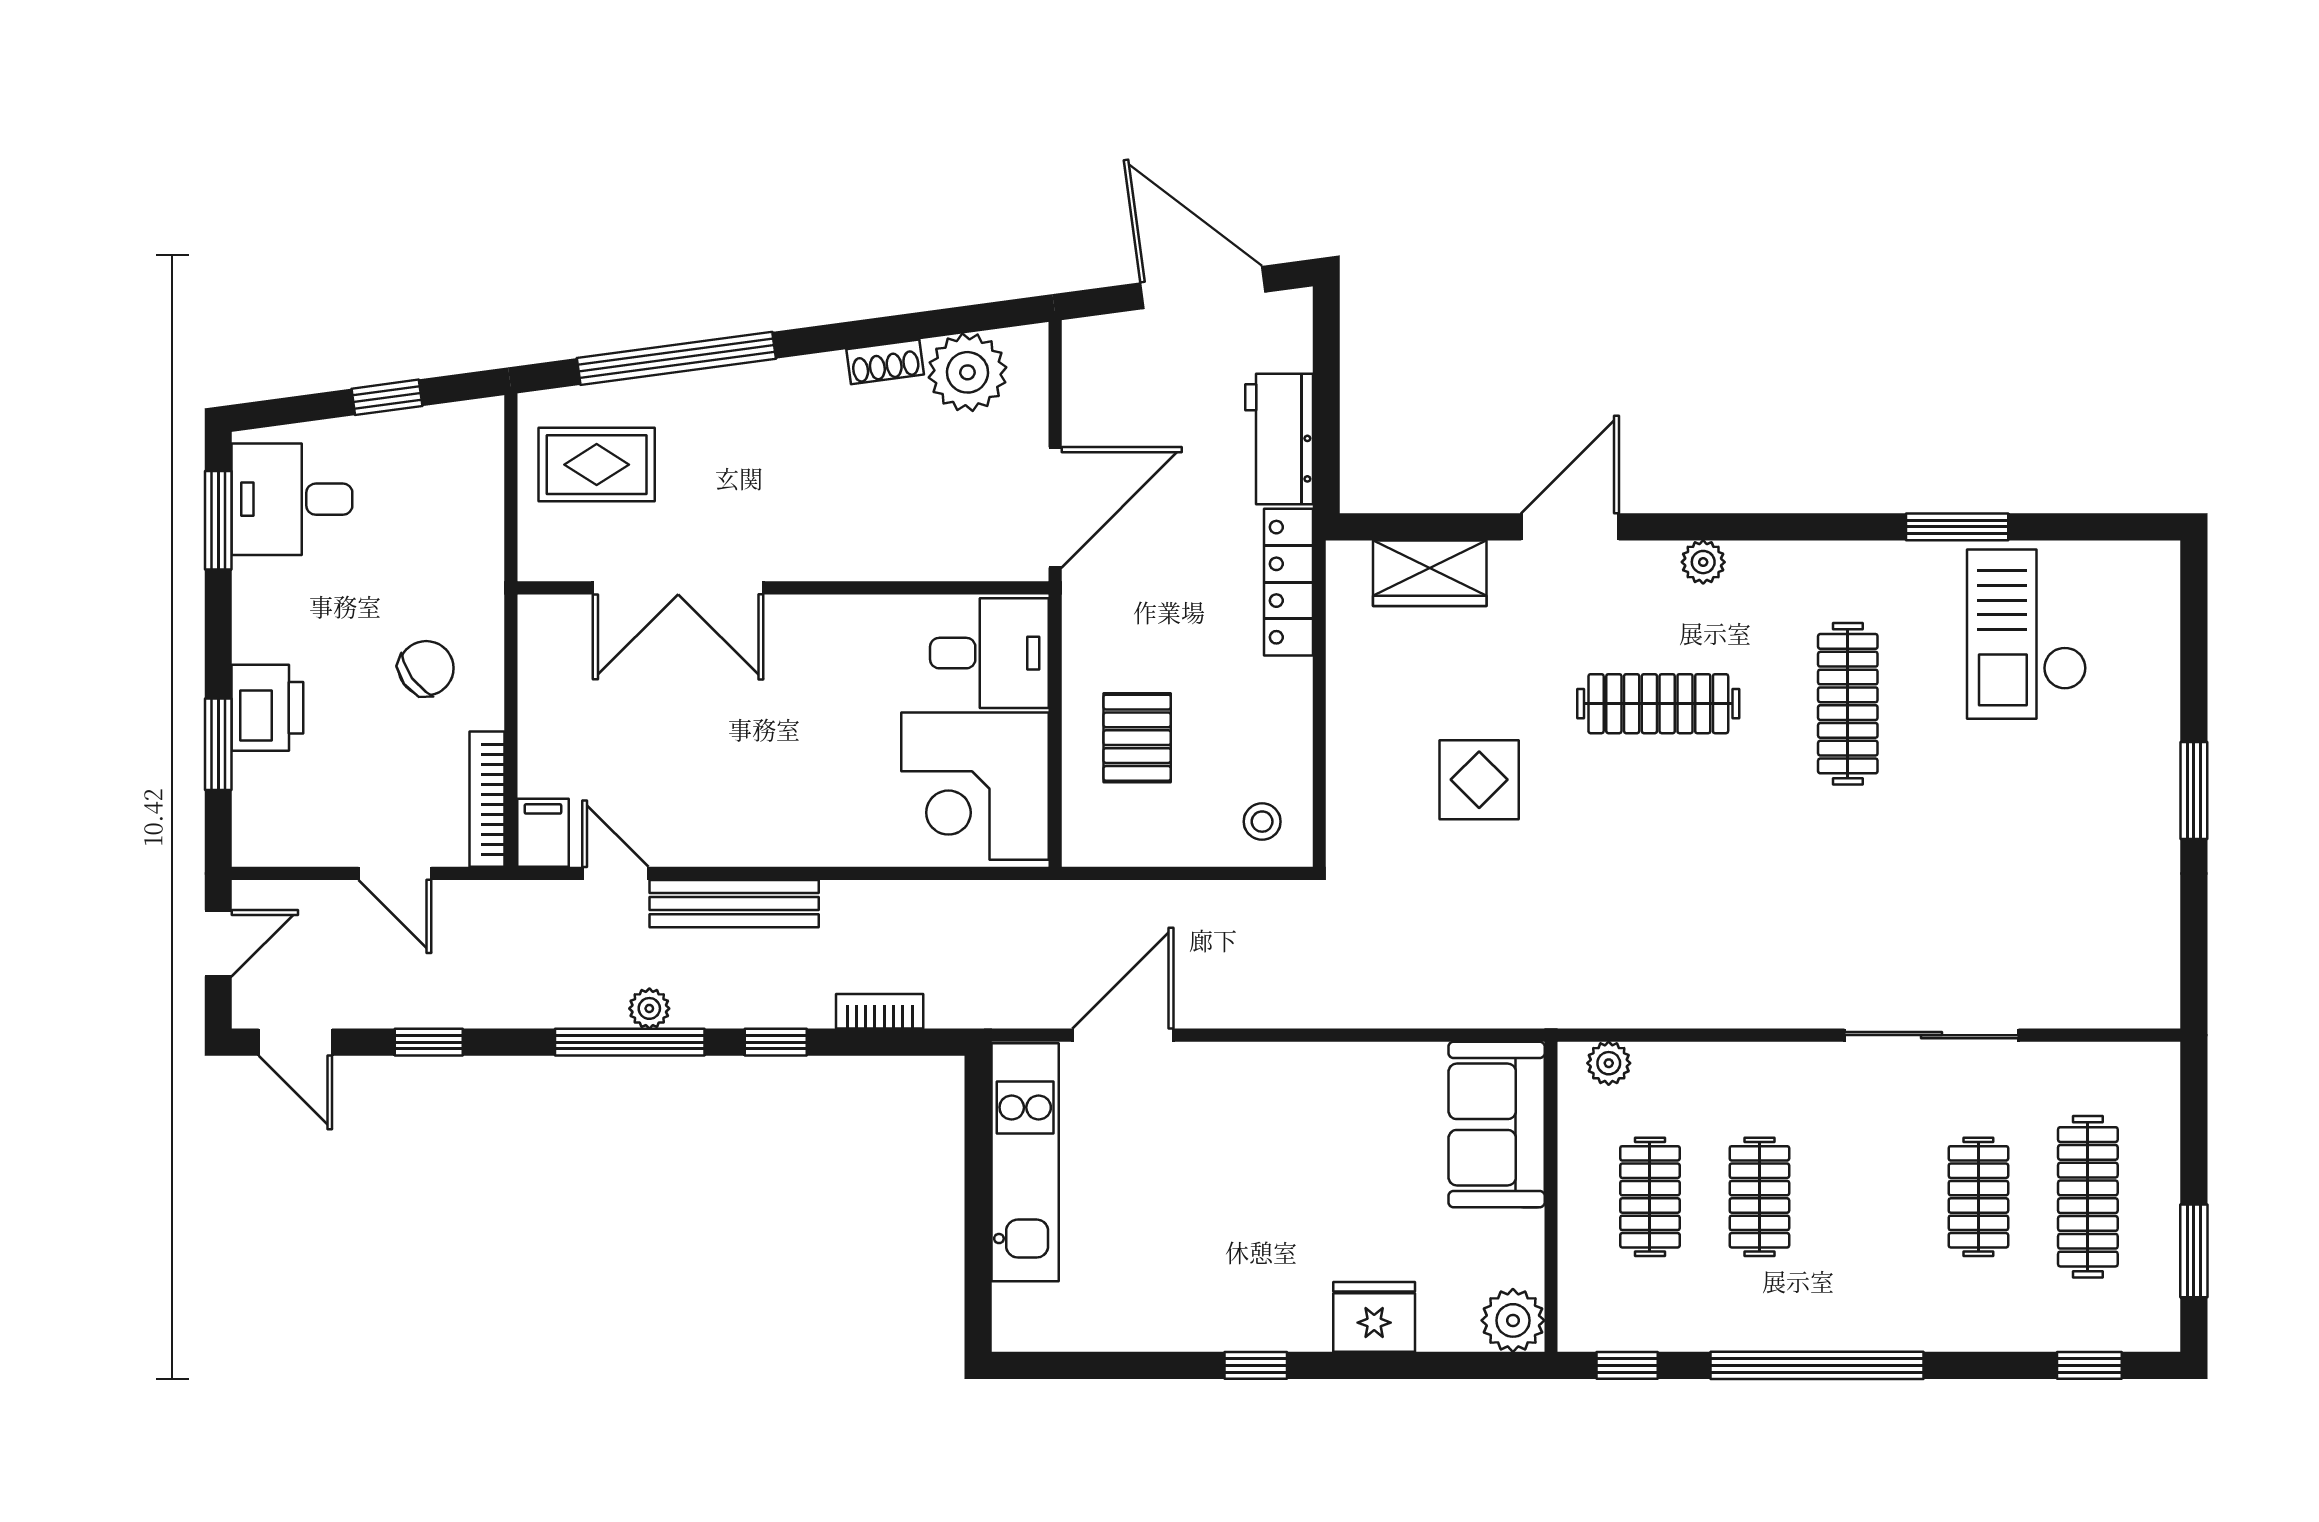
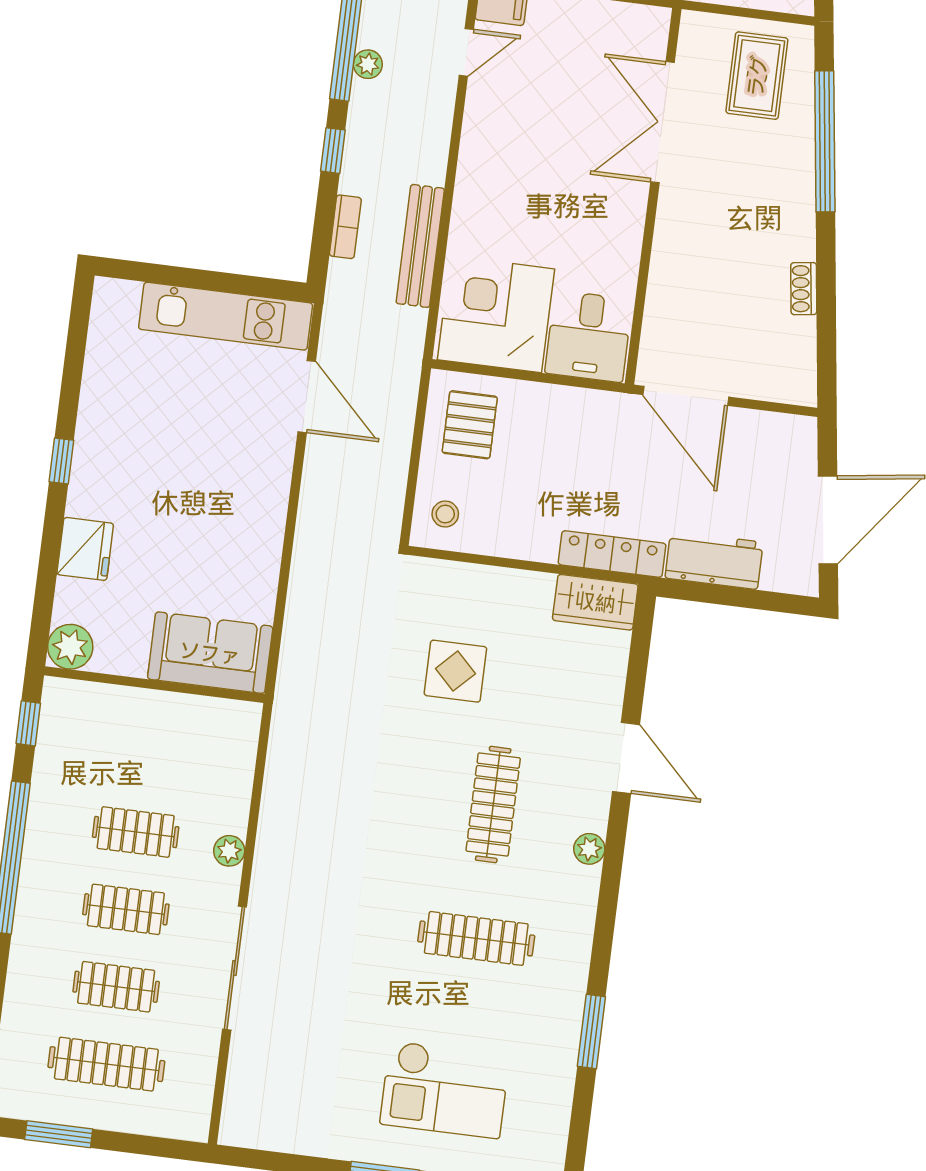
plant: (967, 372) -> (789, 346), removed
wardrobe: (1430, 573) -> (595, 602), moved, turned -90
checkout: (2027, 634) -> (445, 1090), moved, turned 180
pallet: (1137, 738) -> (470, 425), moved, turned 90
bench: (734, 904) -> (420, 246), moved
plant: (1609, 1063) -> (229, 851), moved
clothes rail: (1650, 1197) -> (126, 909), moved

